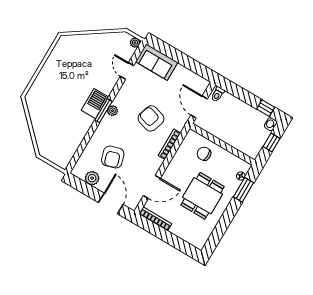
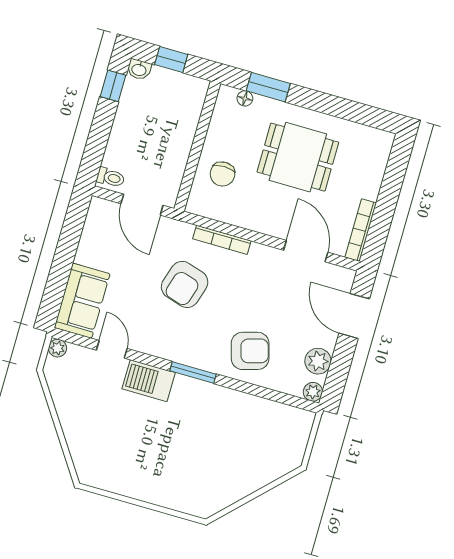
door: (127, 71) -> (112, 349), swing flipped
barbecue: (95, 104) -> (149, 381), moved
door: (199, 107) -> (142, 205), hinge flipped
plant: (112, 111) -> (313, 392), moved
armchair: (113, 157) -> (250, 351), moved
door: (111, 203) -> (354, 316), hinge flipped

